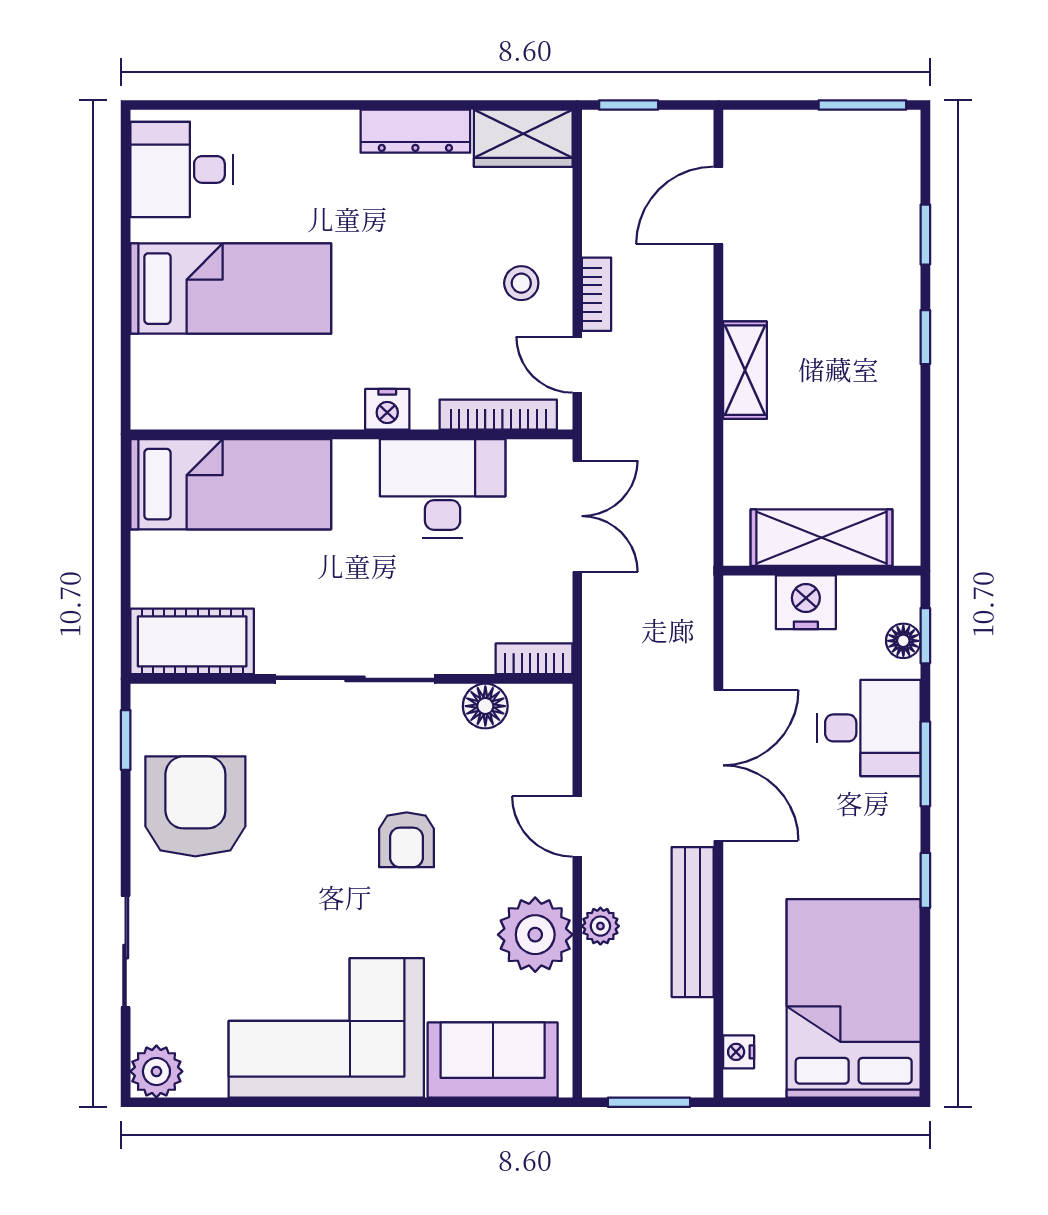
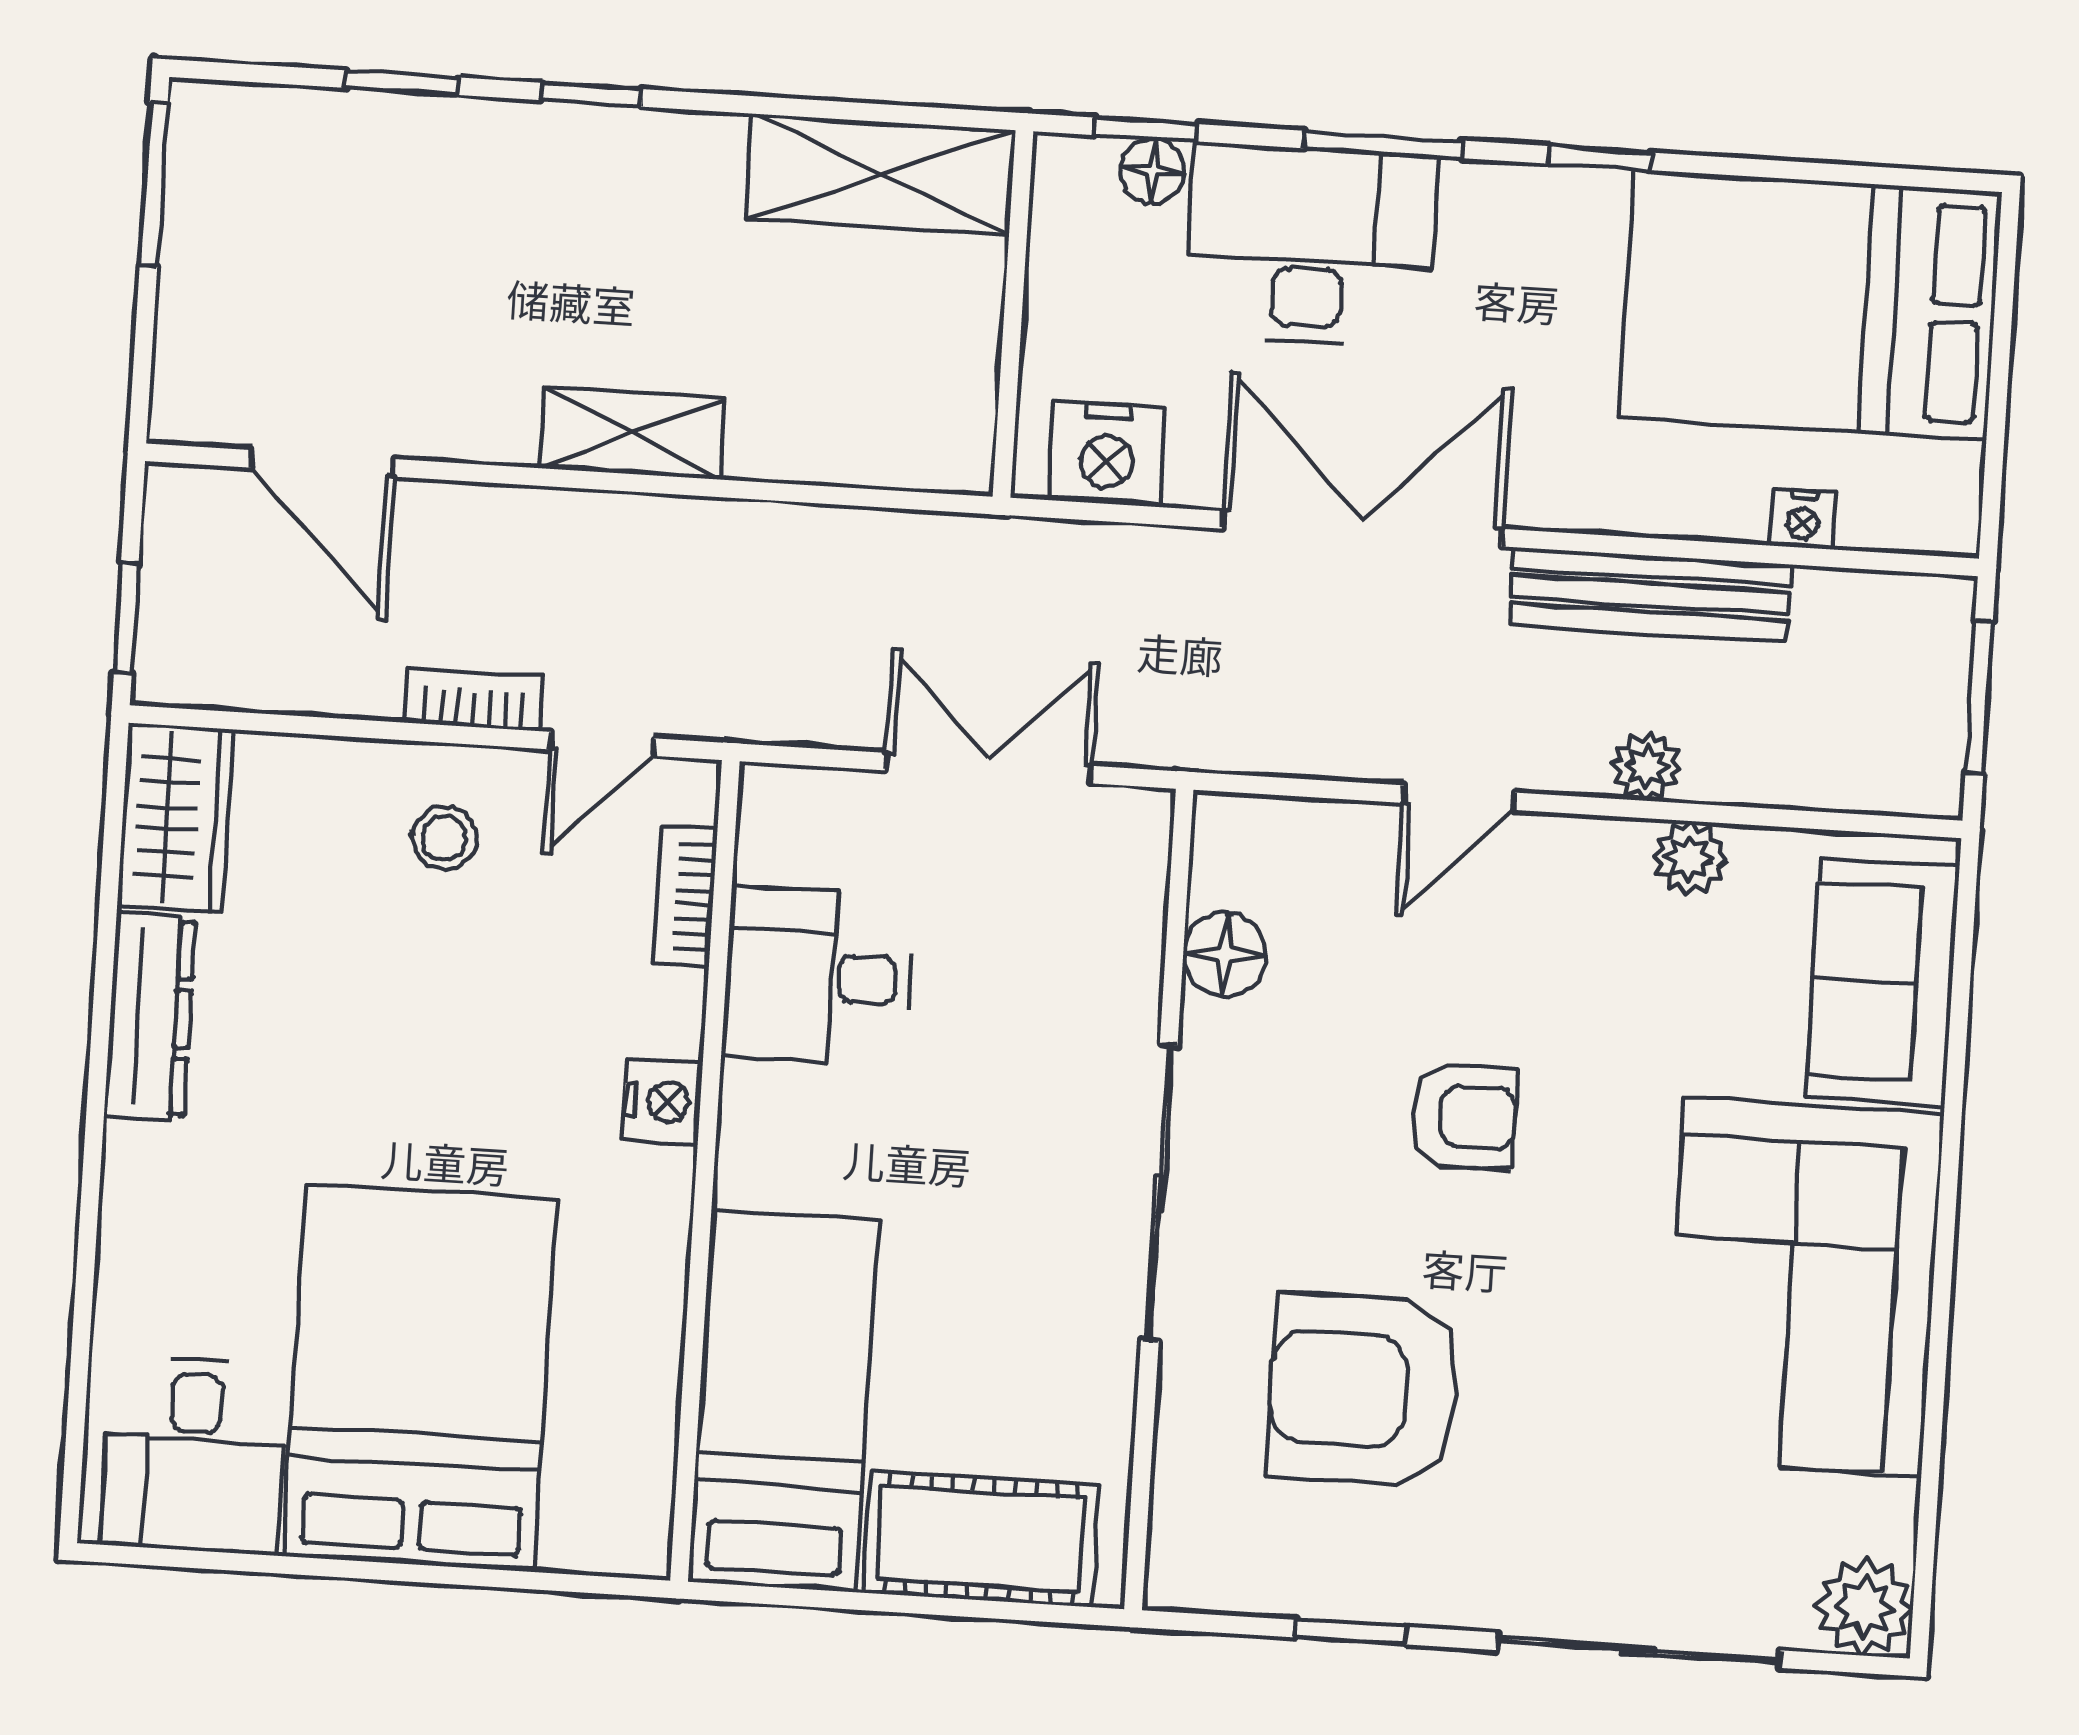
bed: (231, 289) -> (420, 1378), width x1.50
bookcase: (498, 415) -> (685, 896), width x0.64
desk: (443, 488) -> (818, 976), width x0.73
double door: (577, 516) -> (988, 768), moved
shelving: (822, 538) -> (881, 174), moved, turned 90
nightstand: (806, 602) -> (1107, 454), moved, turned -90
cot: (192, 641) -> (981, 1539), moved, turned 90
bookcase: (534, 659) -> (1143, 858), removed
desk: (869, 728) -> (1310, 245), width x1.37
window: (126, 740) -> (1350, 1632), moved
armchair: (195, 806) -> (1364, 1390), moved
plant: (535, 935) -> (1689, 858), width x0.53, depth x0.53
sliding door: (126, 952) -> (1639, 1650), width x1.37
nightstand: (739, 1052) -> (1803, 519), moved

